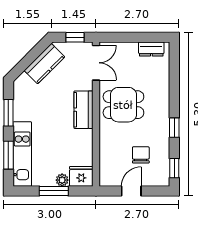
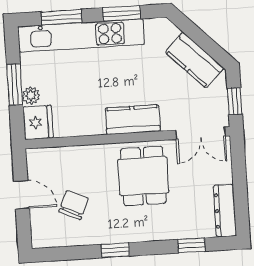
dresser: (151, 49) -> (225, 211), width x1.44
kitchen unit: (22, 154) -> (81, 35), width x1.36
chair: (141, 155) -> (74, 205), turned -66
window: (174, 168) -> (191, 245), moved

